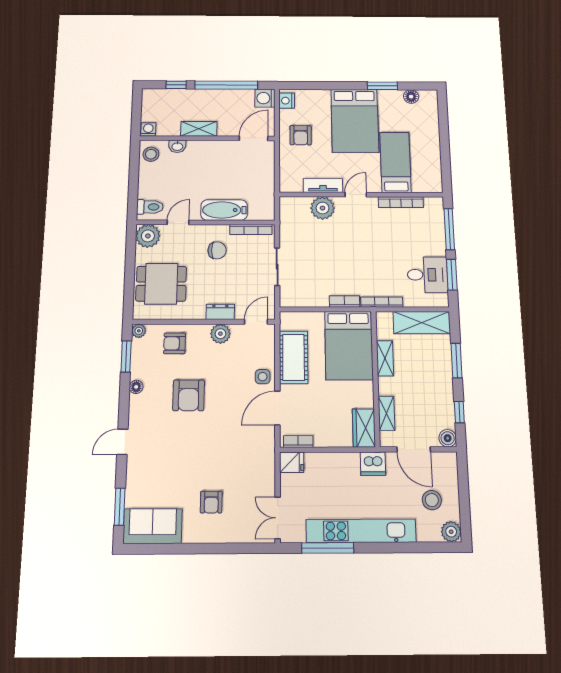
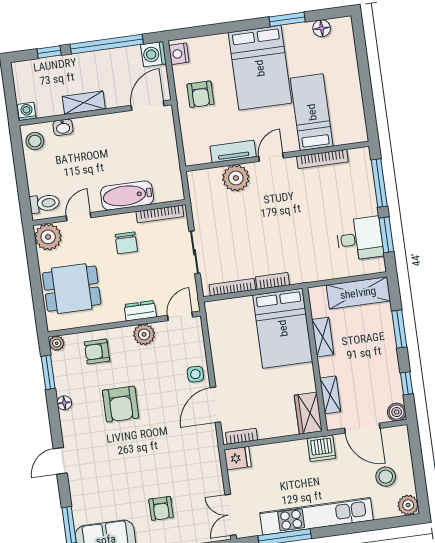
chair: (217, 250) -> (126, 243), turned 90
bookcase: (382, 302) -> (232, 287), moved
cot: (294, 357) -> (225, 349), removed

